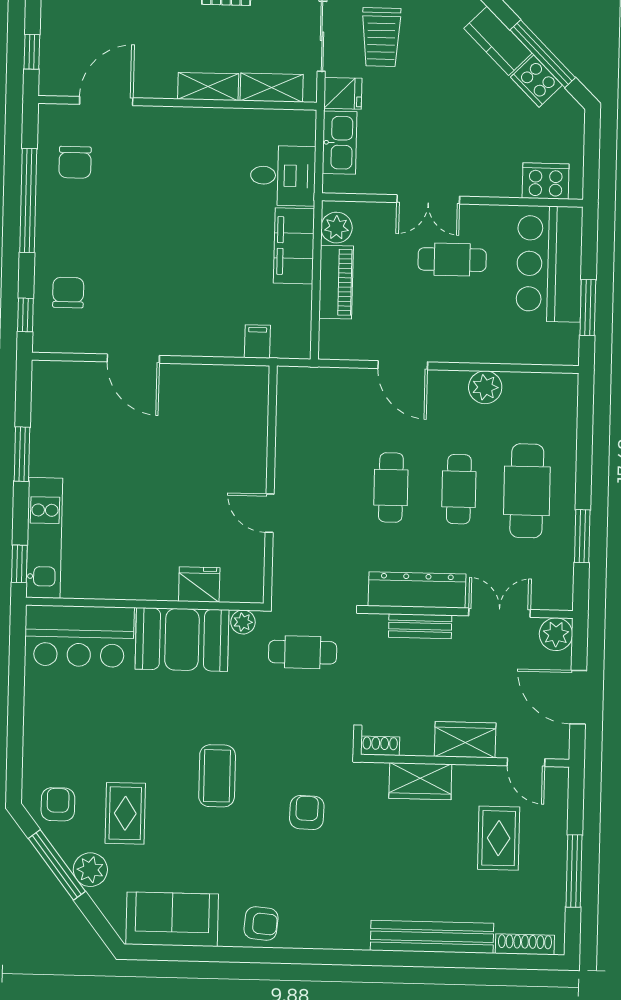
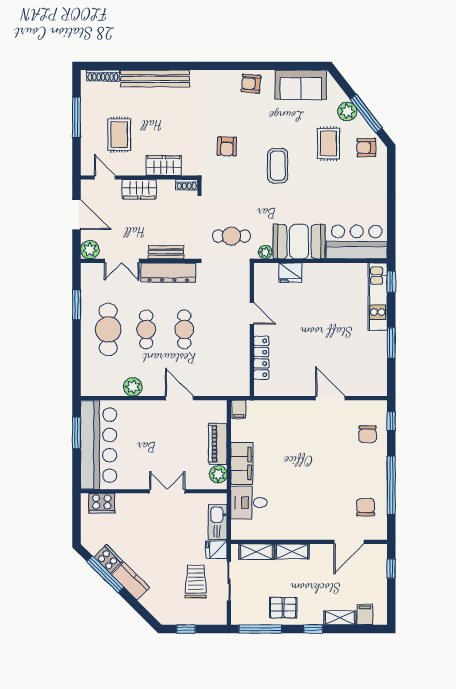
cafe table: (452, 260) -> (153, 458), removed
bar counter: (549, 264) -> (99, 445), width x1.36
filing cabinet: (257, 341) -> (239, 409), moved
locker: (255, 434) -> (261, 358), added
armchair: (58, 804) -> (366, 148), turned 90

